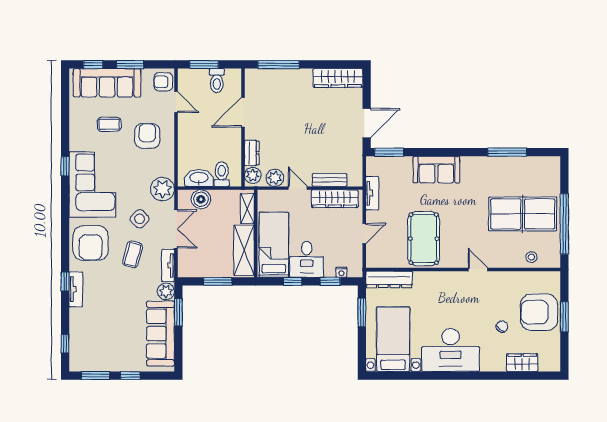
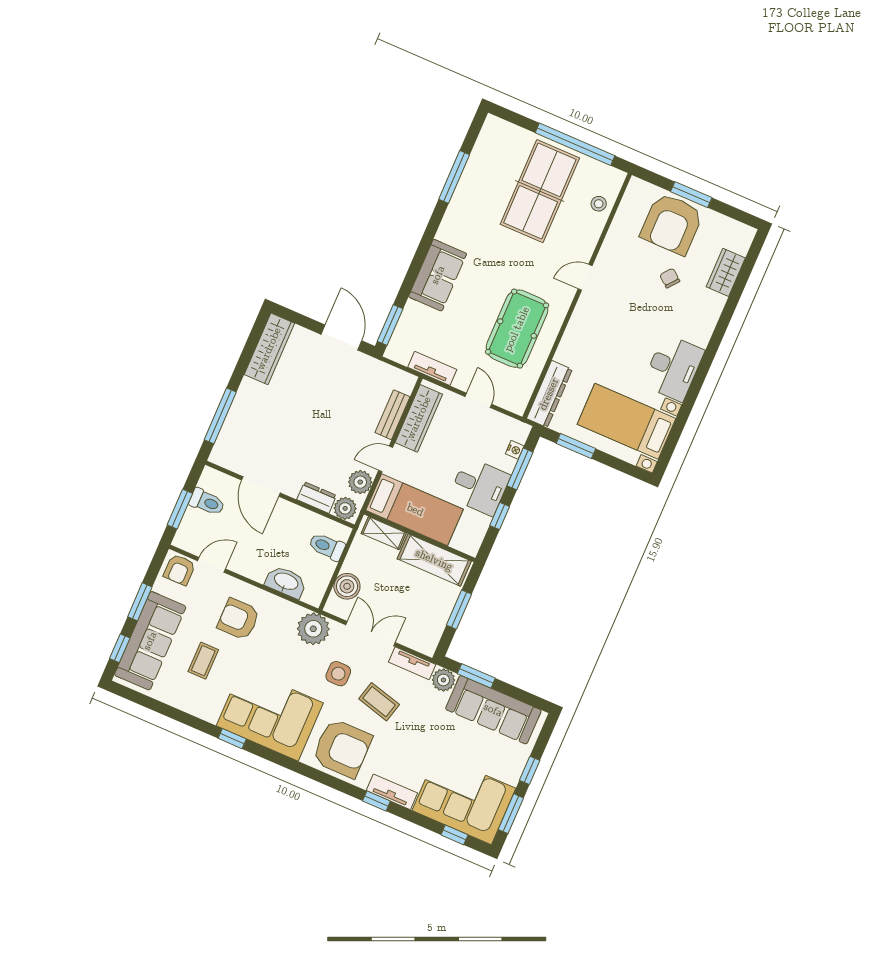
washbasin: (199, 178) -> (286, 582), moved, turned 90
side table: (140, 219) -> (338, 674), turned 45
pool table: (424, 239) -> (517, 329), turned 90
bed: (274, 245) -> (415, 510), moved, turned 180
window: (330, 281) -> (520, 469), width x1.50
corner sofa: (92, 340) -> (464, 799), added
desk: (451, 350) -> (673, 368), width x0.73, depth x0.77

